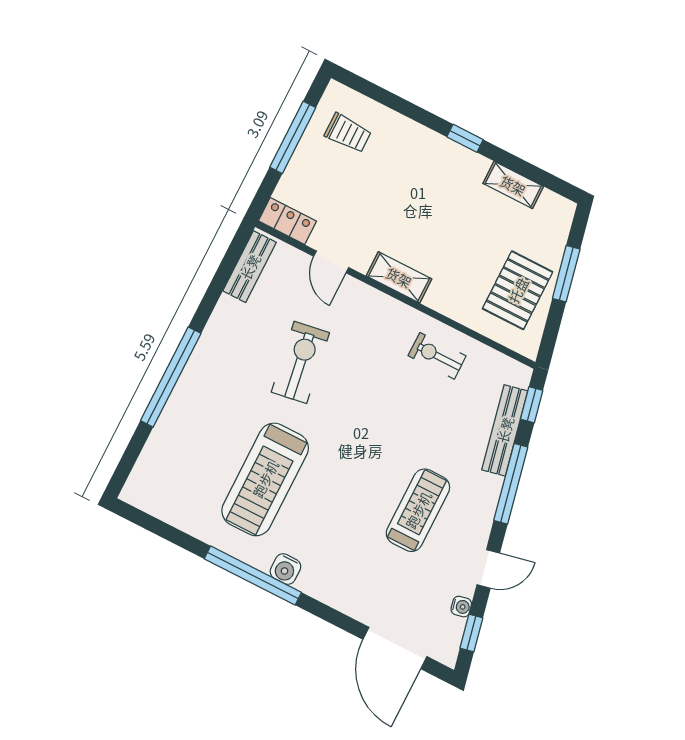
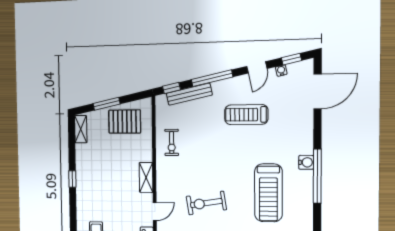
shelving: (513, 185) -> (81, 129), moved
treadmill: (265, 479) -> (268, 193), turned 90
door: (488, 569) -> (257, 67), swing flipped

